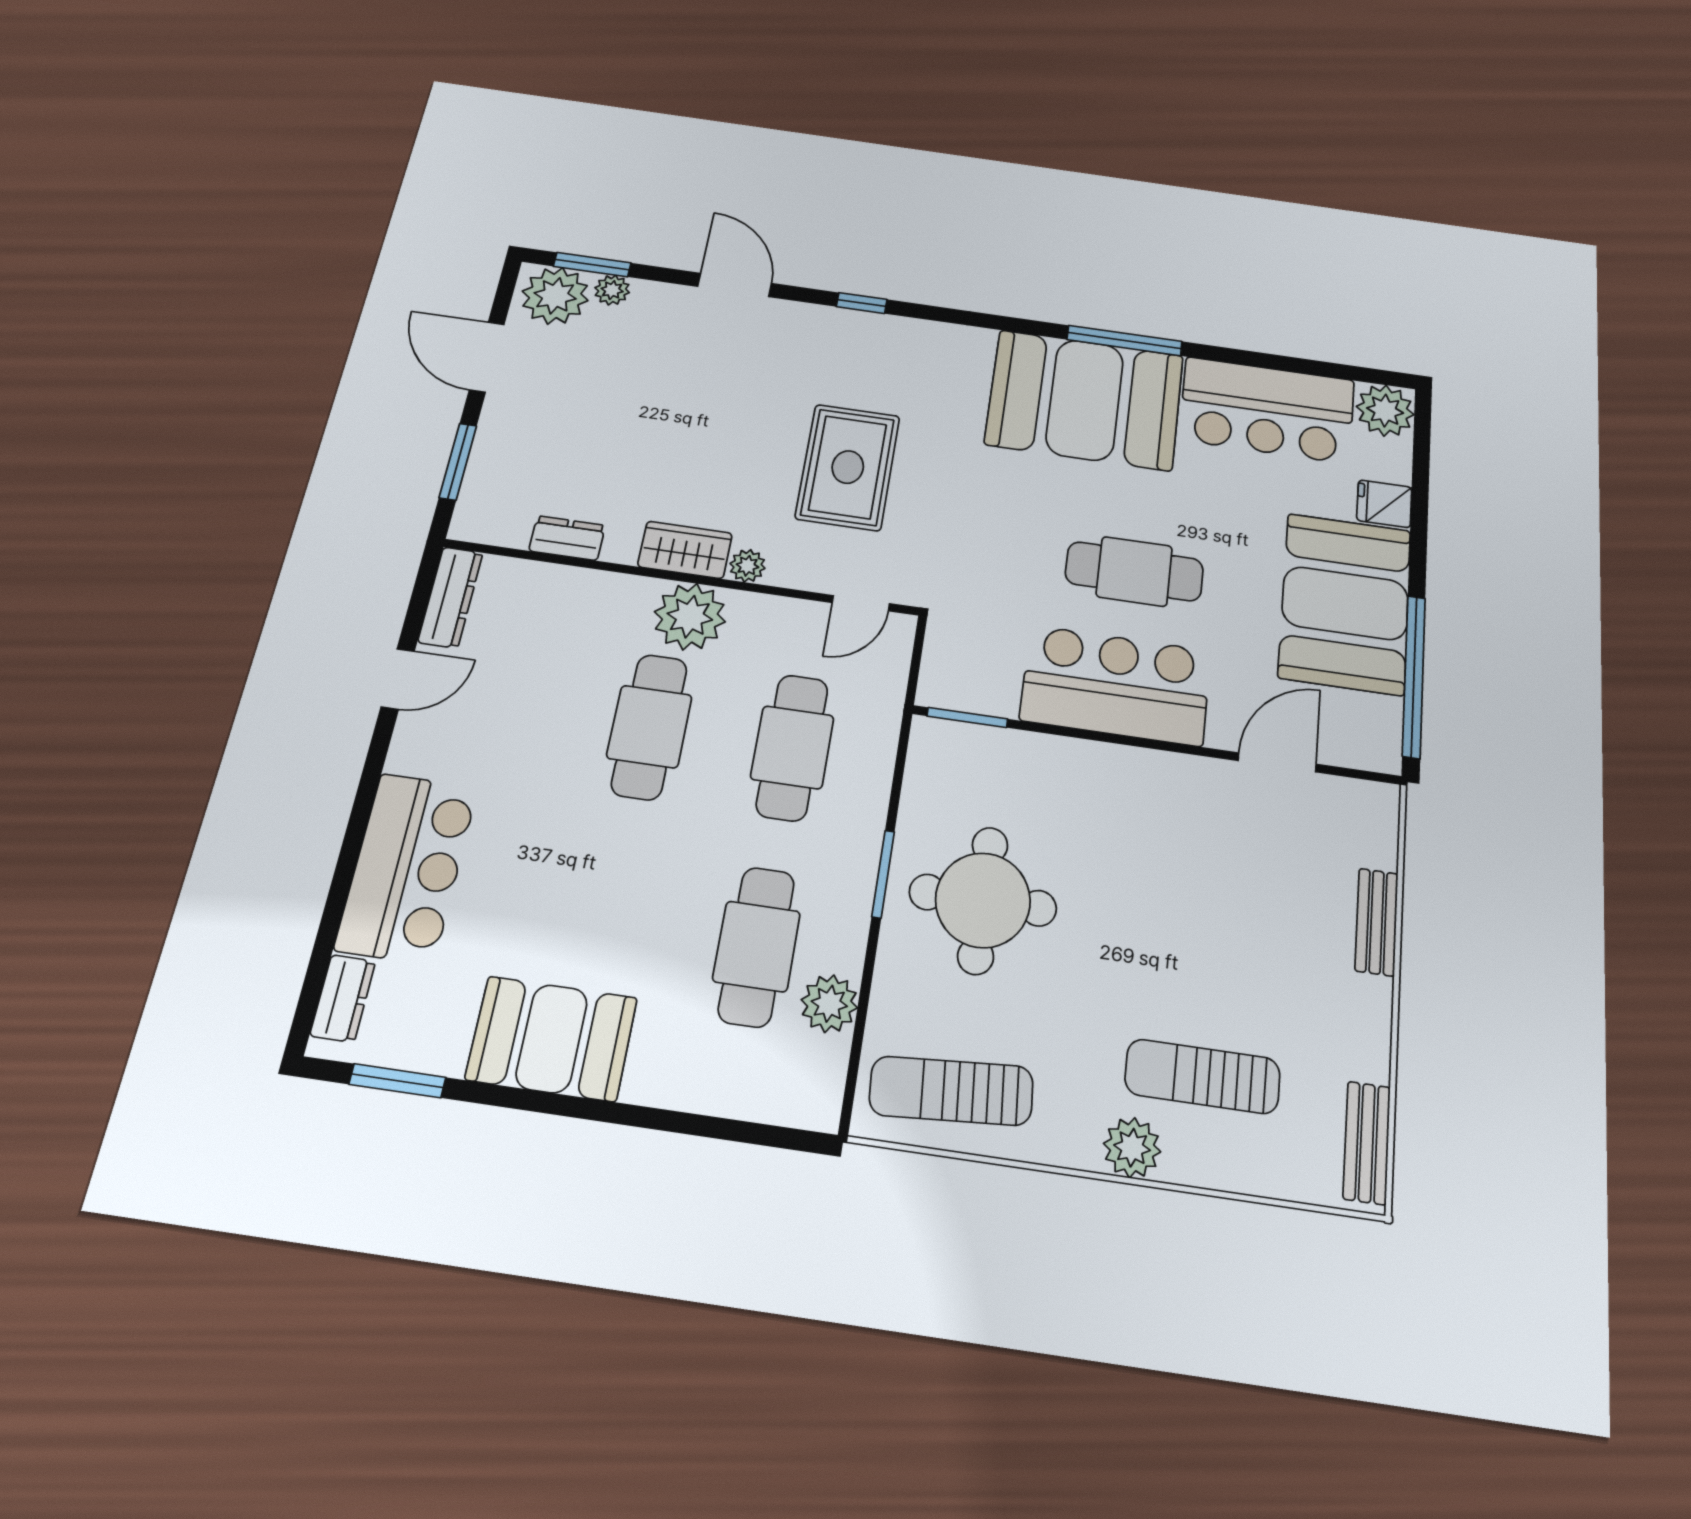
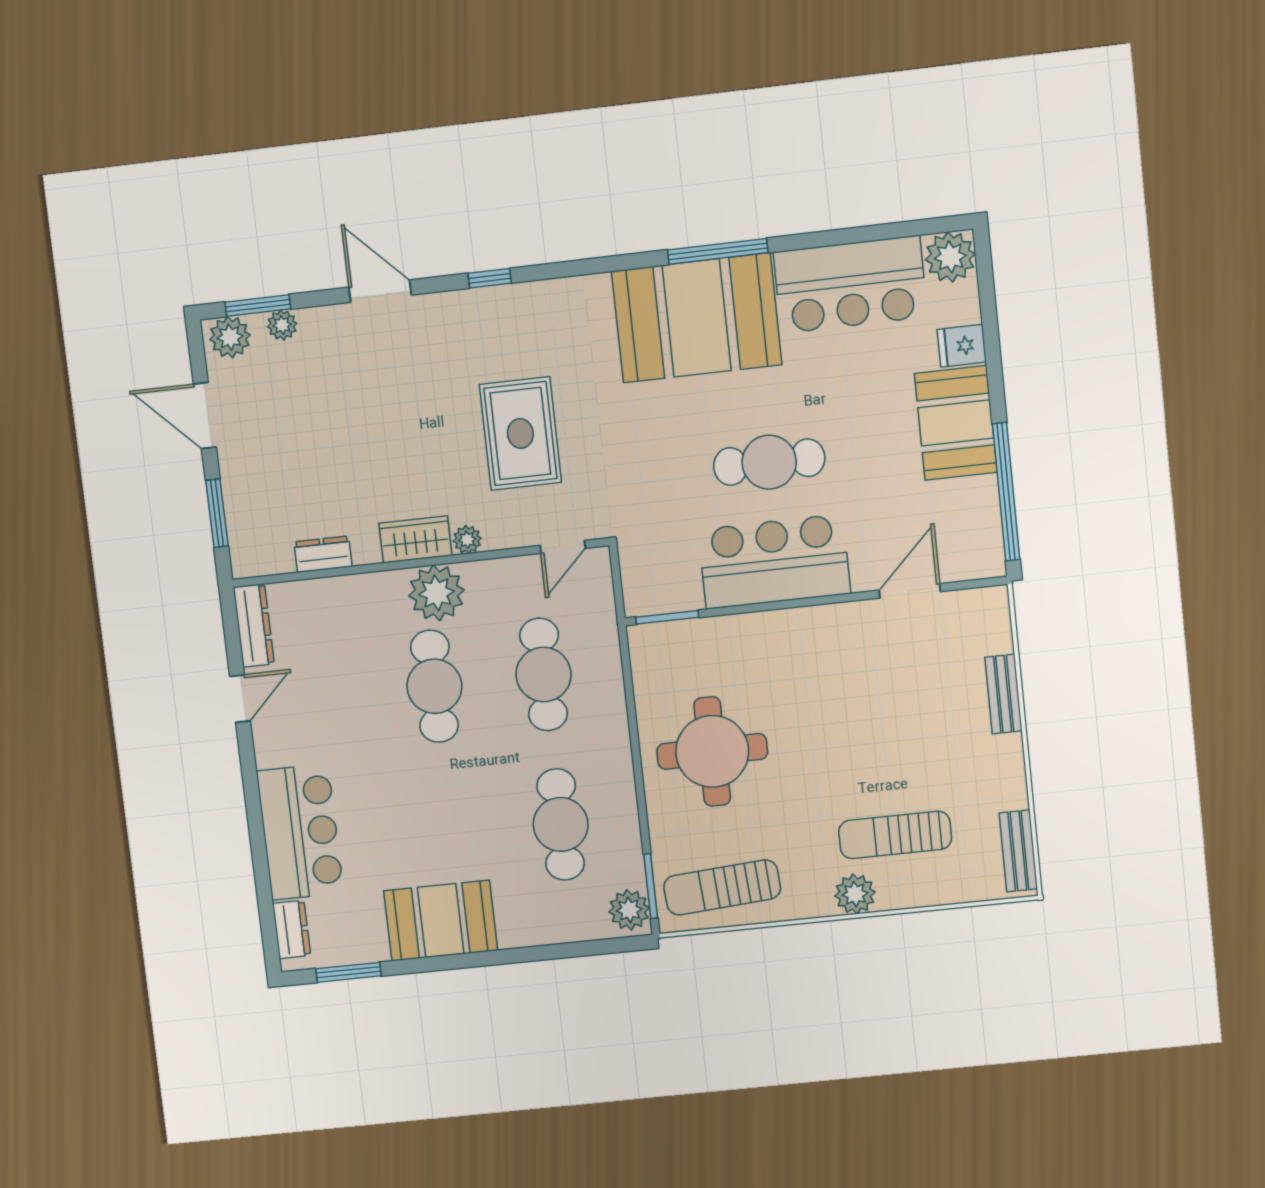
plant: (555, 296) -> (230, 337), width x0.73, depth x0.73
booth: (1345, 603) -> (956, 423), width x0.73, depth x0.70
window: (883, 874) -> (651, 886), moved
plant: (829, 1004) -> (629, 910), moved

